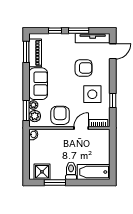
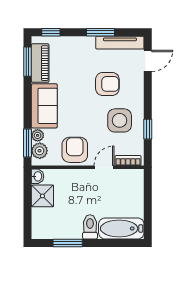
window: (55, 31) -> (51, 32), moved
shower: (42, 172) -> (42, 196), moved

